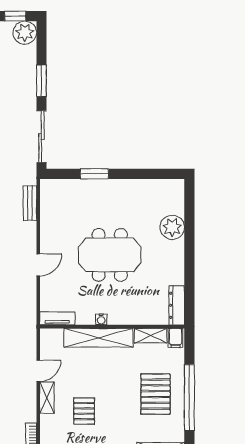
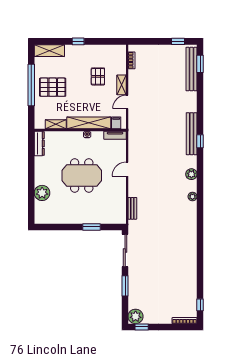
filing cabinet: (175, 338) -> (116, 123), moved
pallet: (156, 394) -> (53, 87), turned 90

